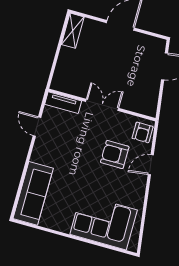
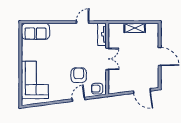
shelving: (73, 31) -> (135, 28), moved
door: (151, 165) -> (79, 99), hinge flipped
sofa: (33, 193) -> (35, 31), width x0.73

